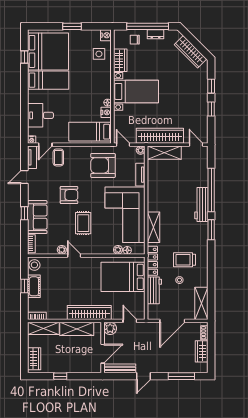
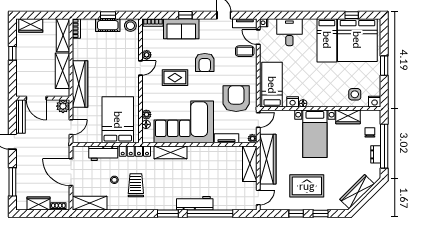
rug: (185, 99) -> (307, 186), added

